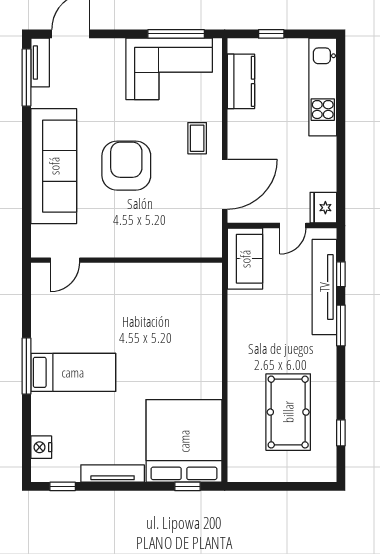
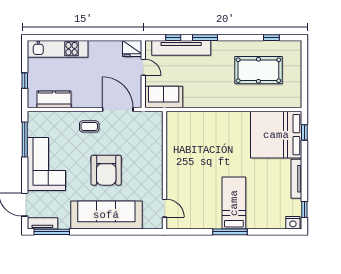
corner sofa: (169, 69) -> (46, 164), moved
armchair: (126, 166) -> (106, 170), turned -90
nightstand: (41, 447) -> (293, 223), moved

